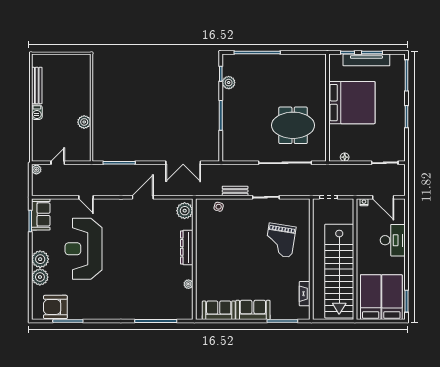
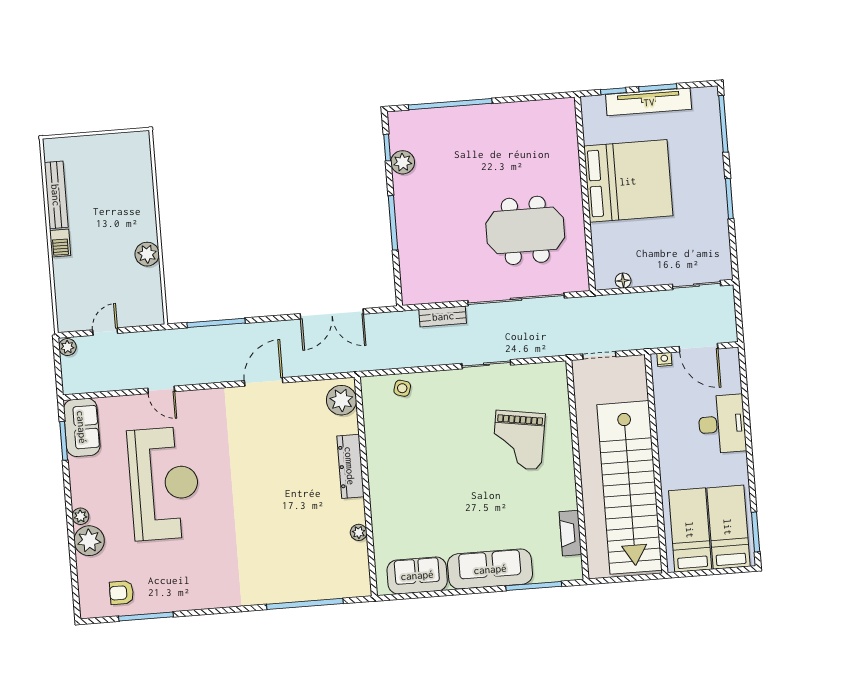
bench: (235, 191) -> (443, 316), moved
reception desk: (84, 249) -> (164, 483), turned 180
plant: (40, 259) -> (80, 516), width x0.53, depth x0.53
armchair: (55, 307) -> (121, 593), width x0.53, depth x0.53
sofa: (253, 310) -> (490, 569), width x1.36

